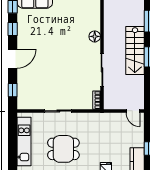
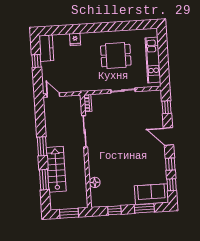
floor lamp: (95, 36) -> (95, 182), moved
stairs: (135, 50) -> (56, 169), moved
door: (13, 59) -> (168, 137), hinge flipped

